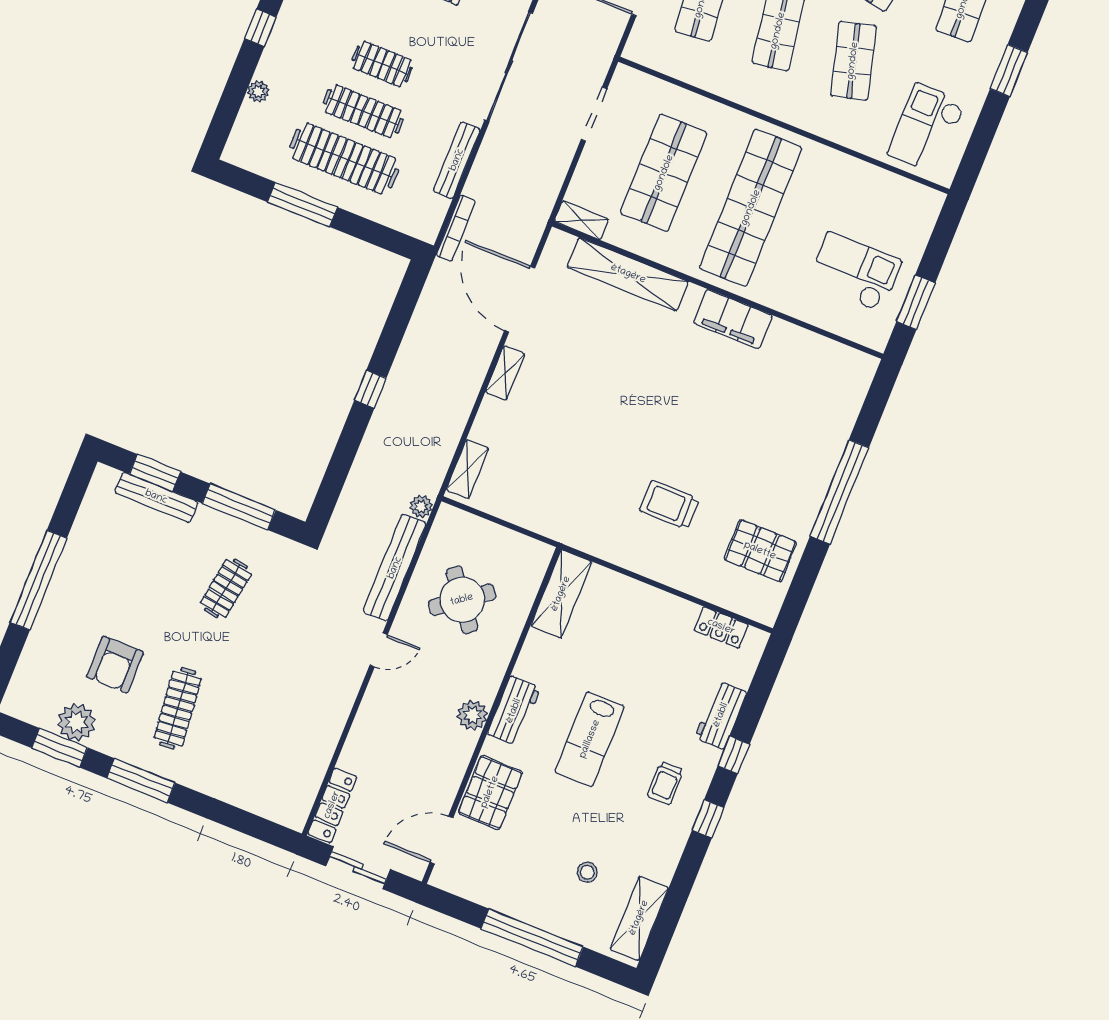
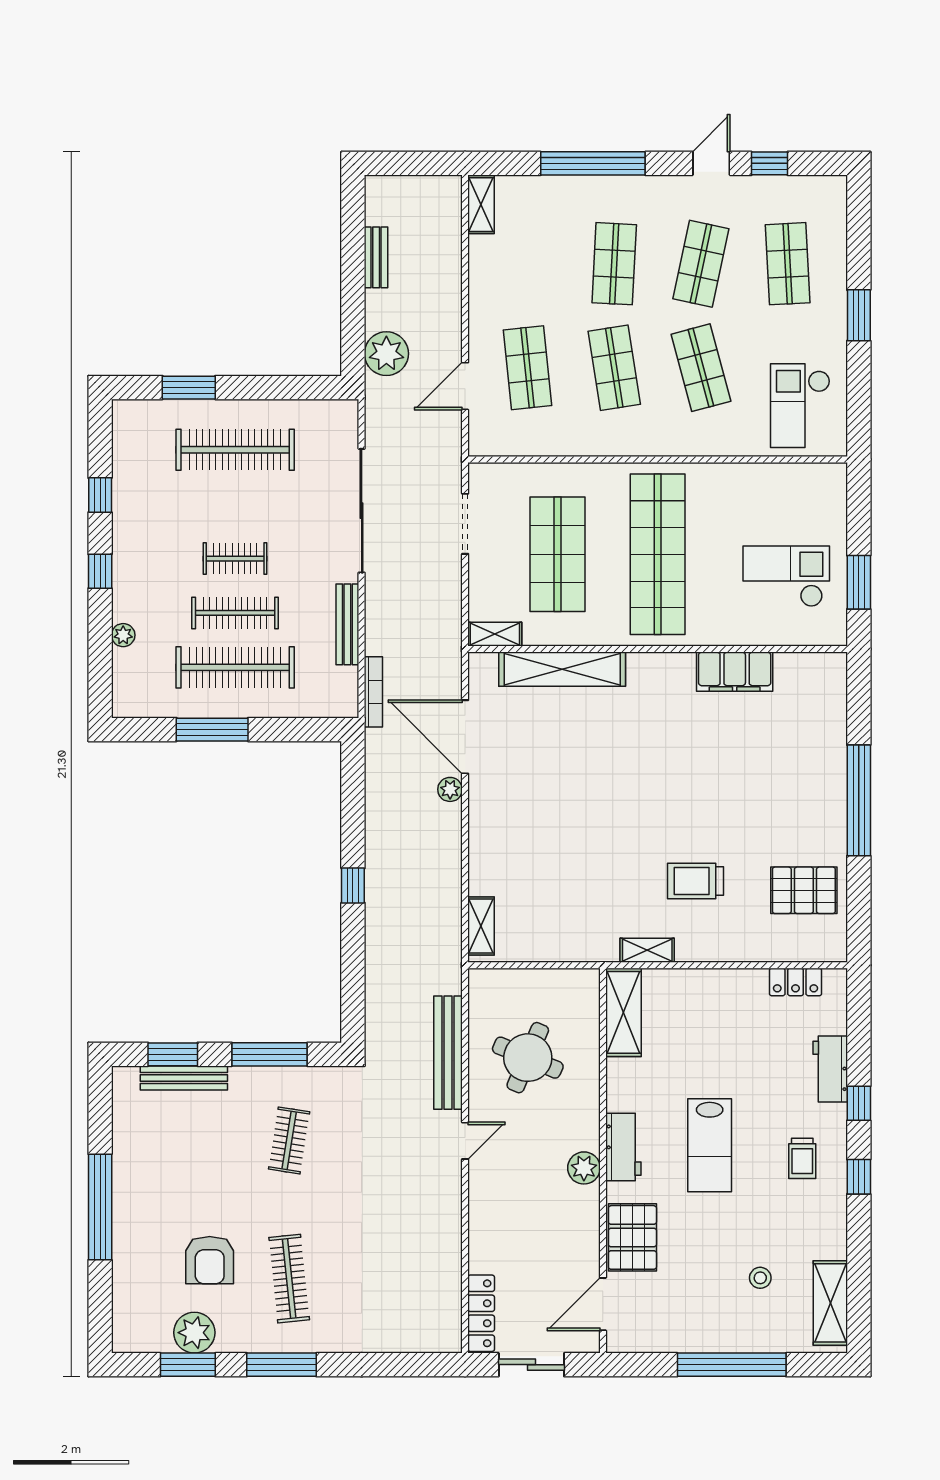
filing cabinet: (733, 319) -> (735, 672), moved
shelving: (505, 373) -> (647, 950), moved, turned 90
plant: (421, 506) -> (450, 789), moved
round table: (462, 600) -> (528, 1058), turned -30

